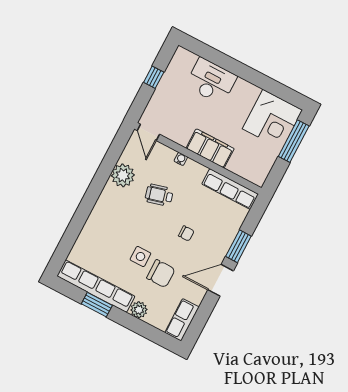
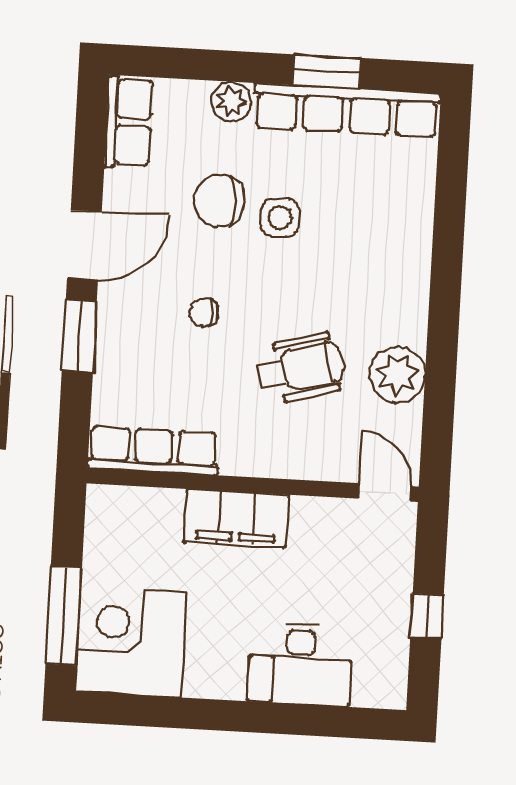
water cooler: (181, 159) -> (289, 467), removed
wheelchair: (159, 195) -> (300, 368), width x1.36, depth x1.37

